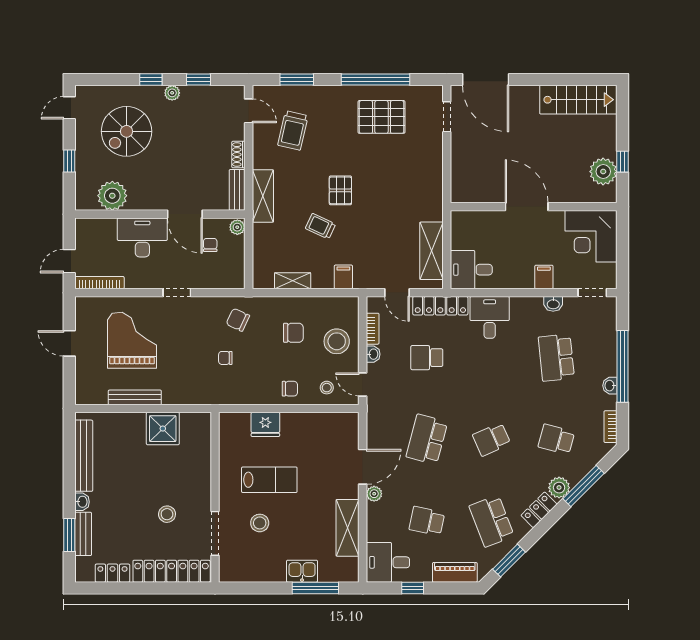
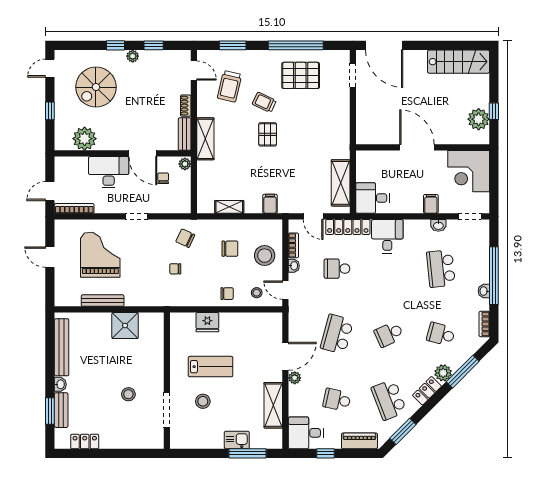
trolley: (320, 226) -> (264, 102), moved
locker: (172, 571) -> (132, 440), removed

